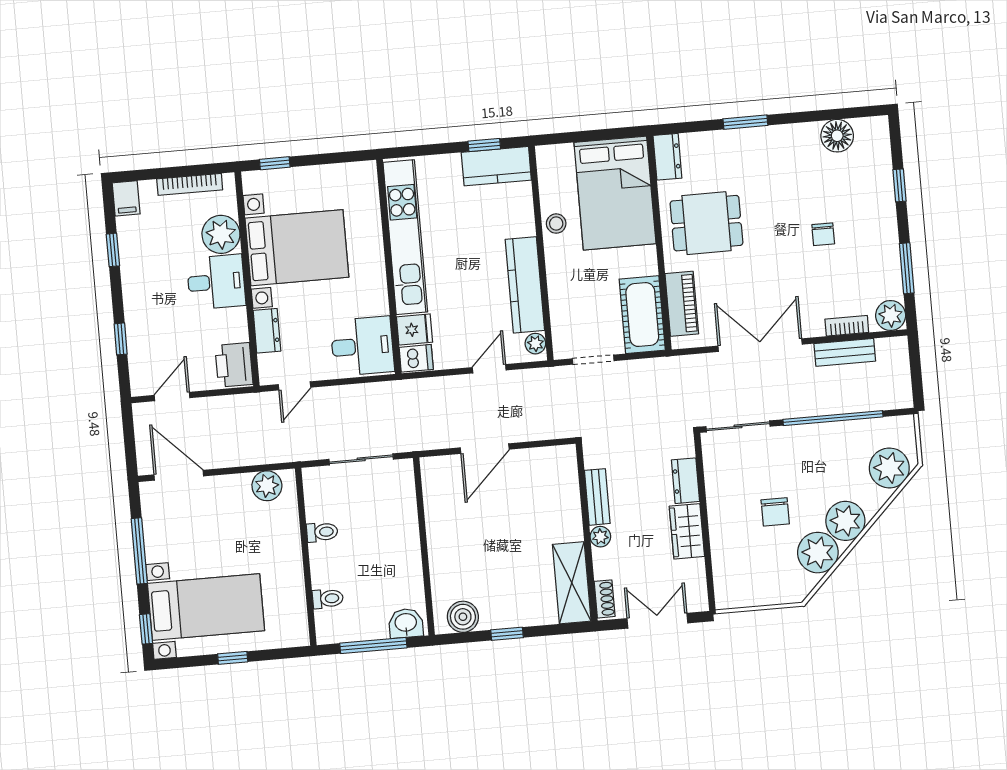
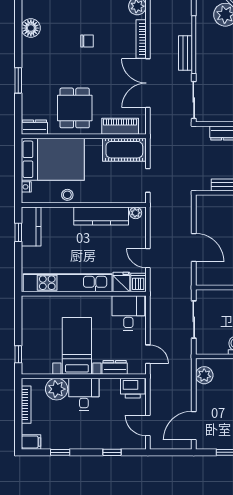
nightstand: (564, 152) -> (26, 187), added
bed with nightstands: (297, 248) -> (77, 346), width x0.73
bookcase: (847, 326) -> (141, 39), width x1.56
bench: (845, 352) -> (185, 53), moved
door: (489, 369) -> (148, 258), moved

